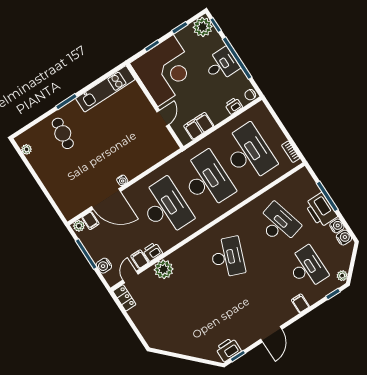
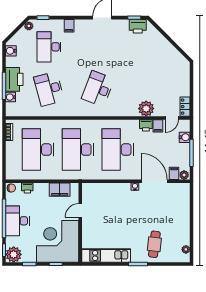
desk: (222, 65) -> (17, 221), width x1.37
water cooler: (337, 226) -> (11, 97), moved

